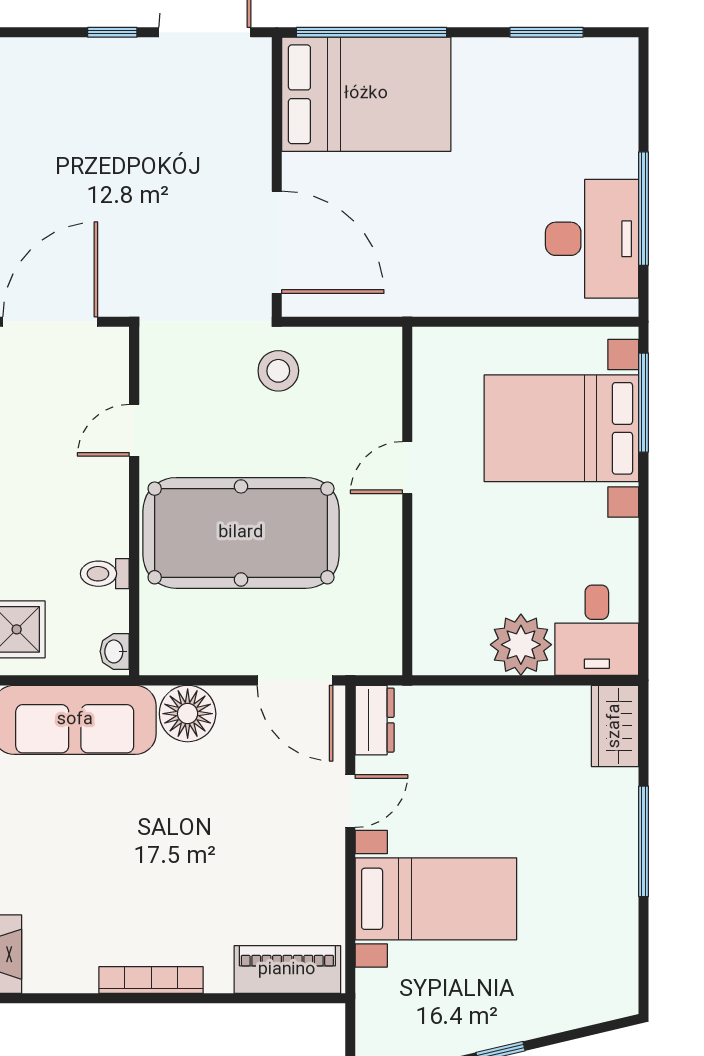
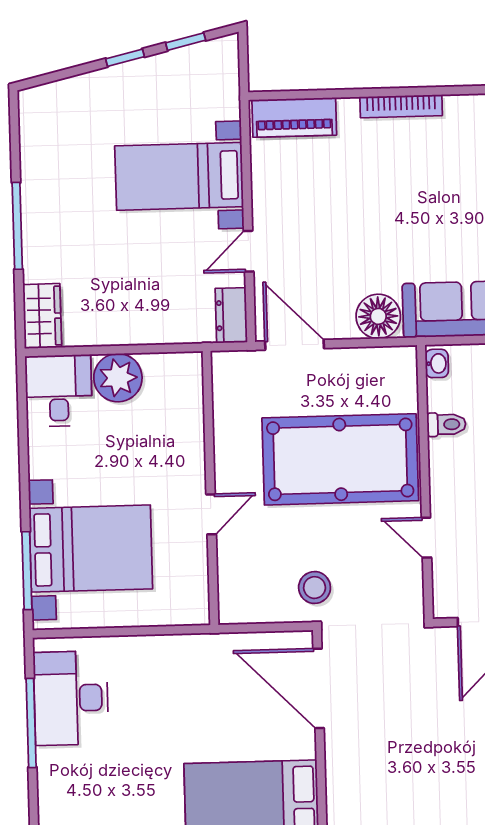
door: (134, 430) -> (426, 538), swing flipped

